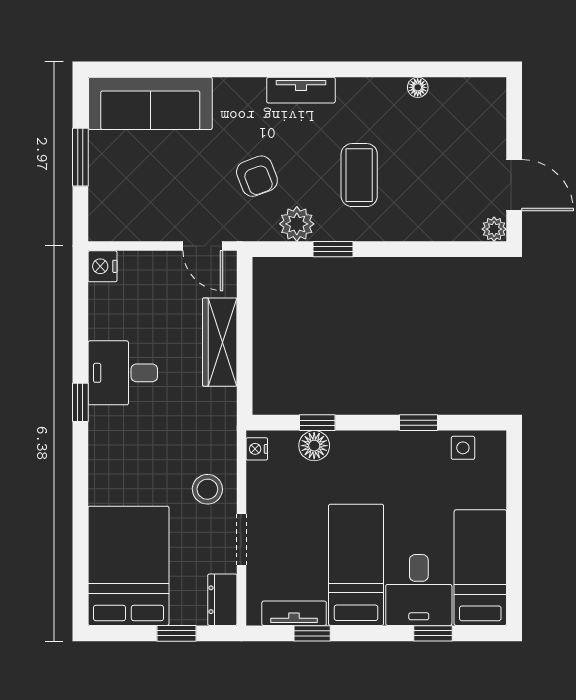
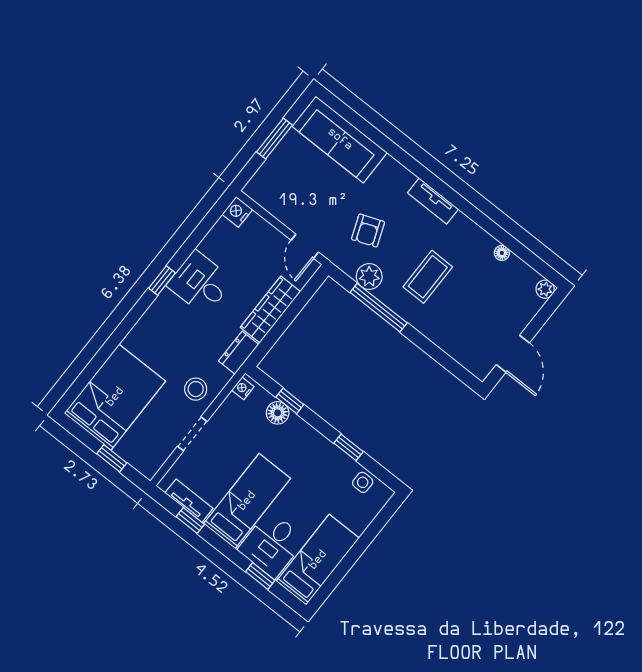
plant: (494, 229) -> (545, 289), moved
window: (333, 249) -> (379, 308), width x2.17
dresser: (222, 600) -> (239, 353), moved

